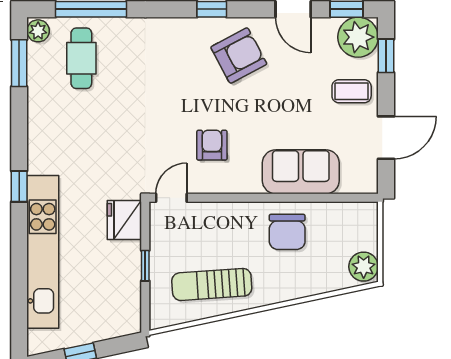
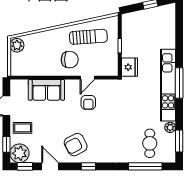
plant: (38, 31) -> (170, 127), moved
window: (19, 186) -> (179, 83), width x2.17
door: (171, 198) -> (87, 78), moved
chair: (287, 232) -> (70, 60), moved, turned 90
kitchen unit: (43, 252) -> (168, 85), moved

